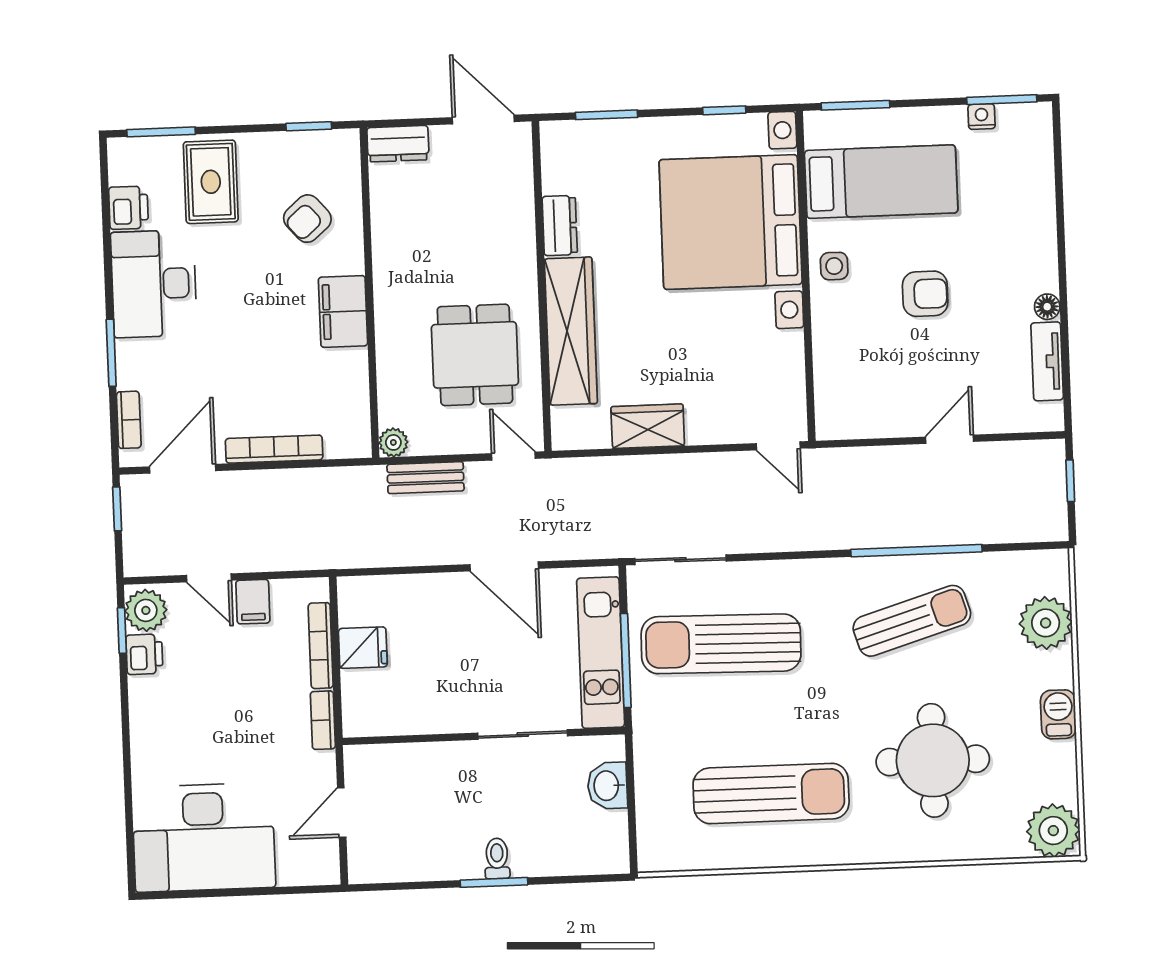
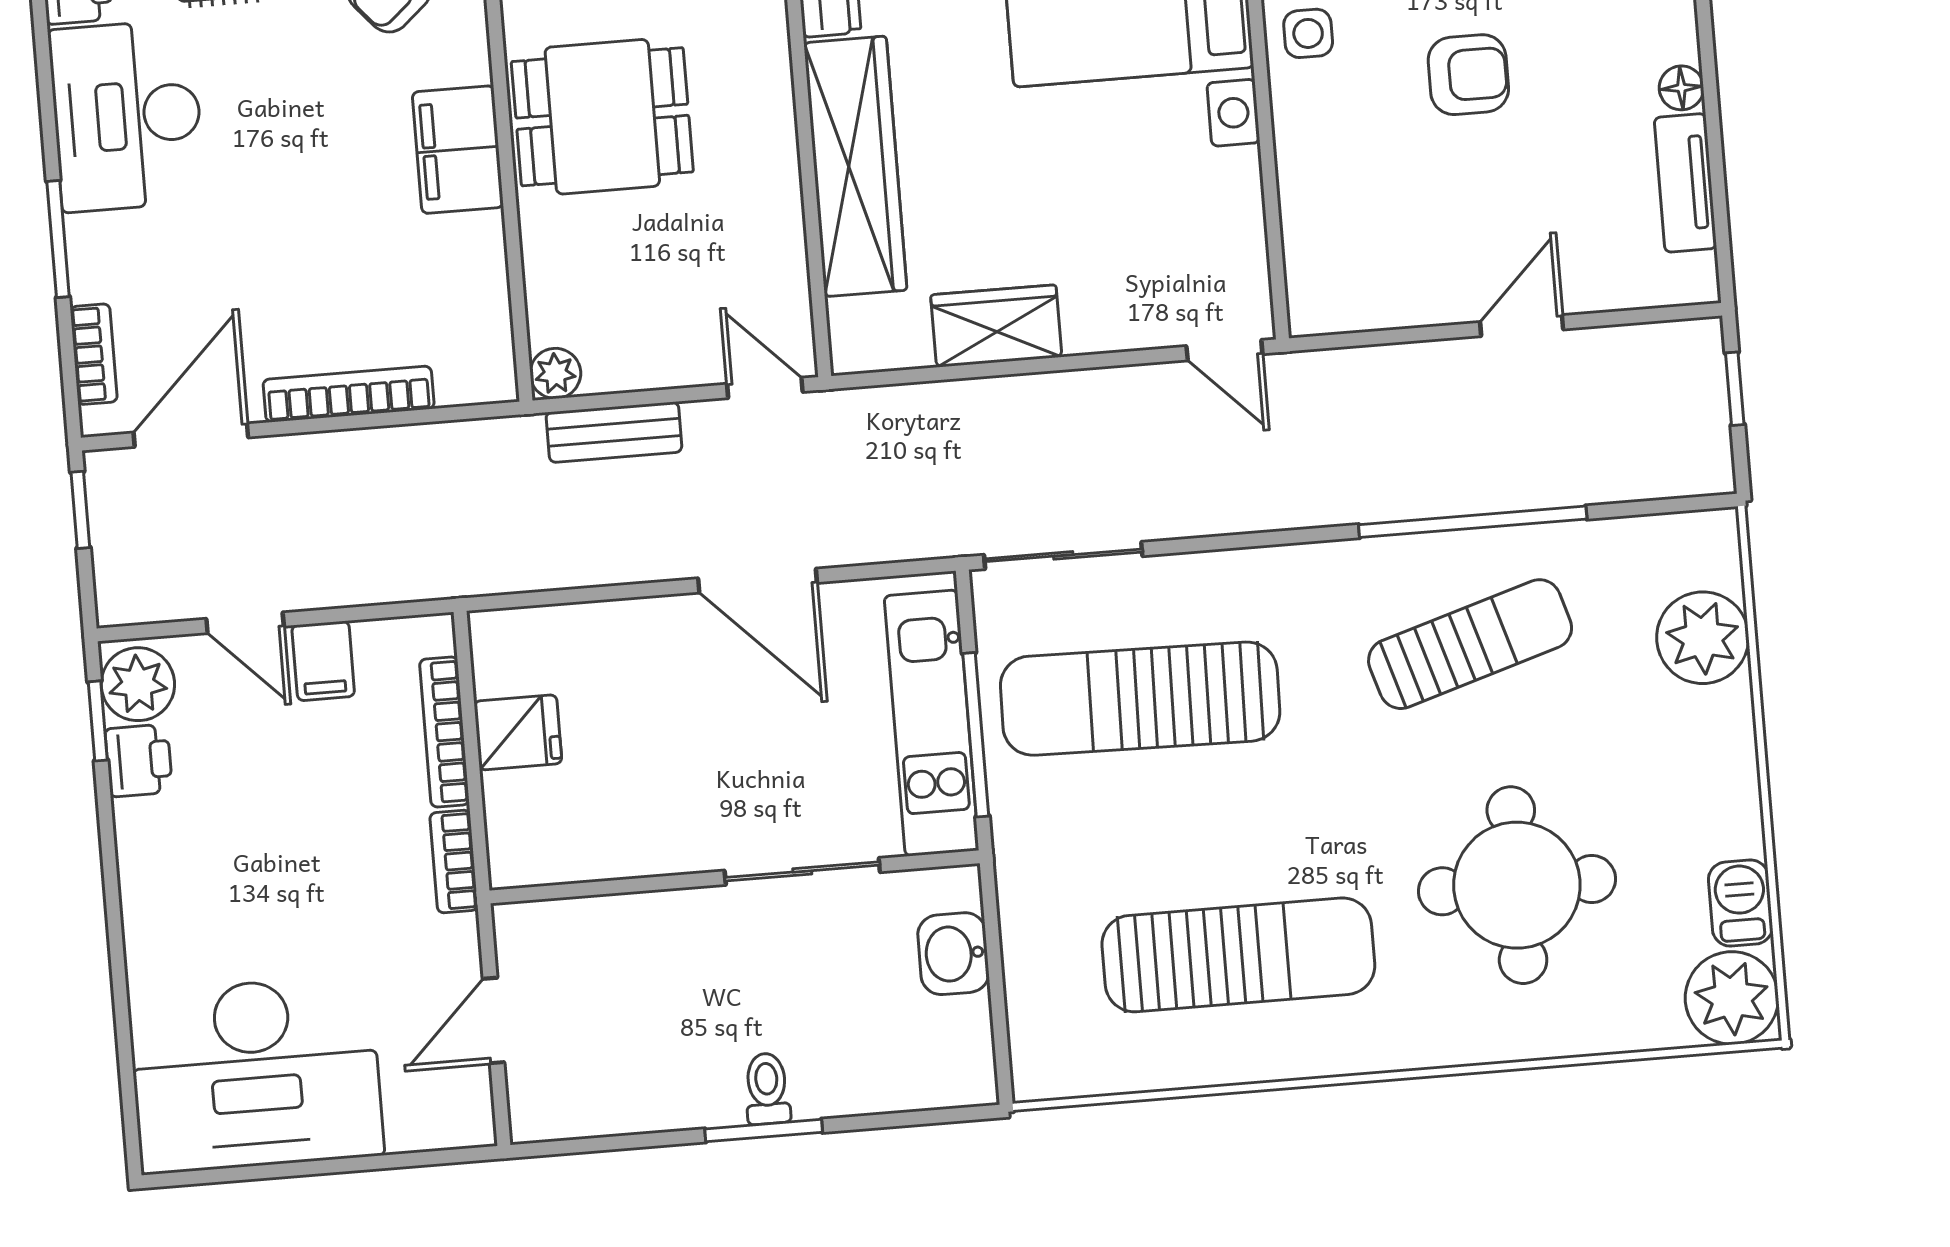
dining table: (475, 355) -> (602, 117), moved, turned 90
barbecue: (1058, 714) -> (1740, 903), moved

